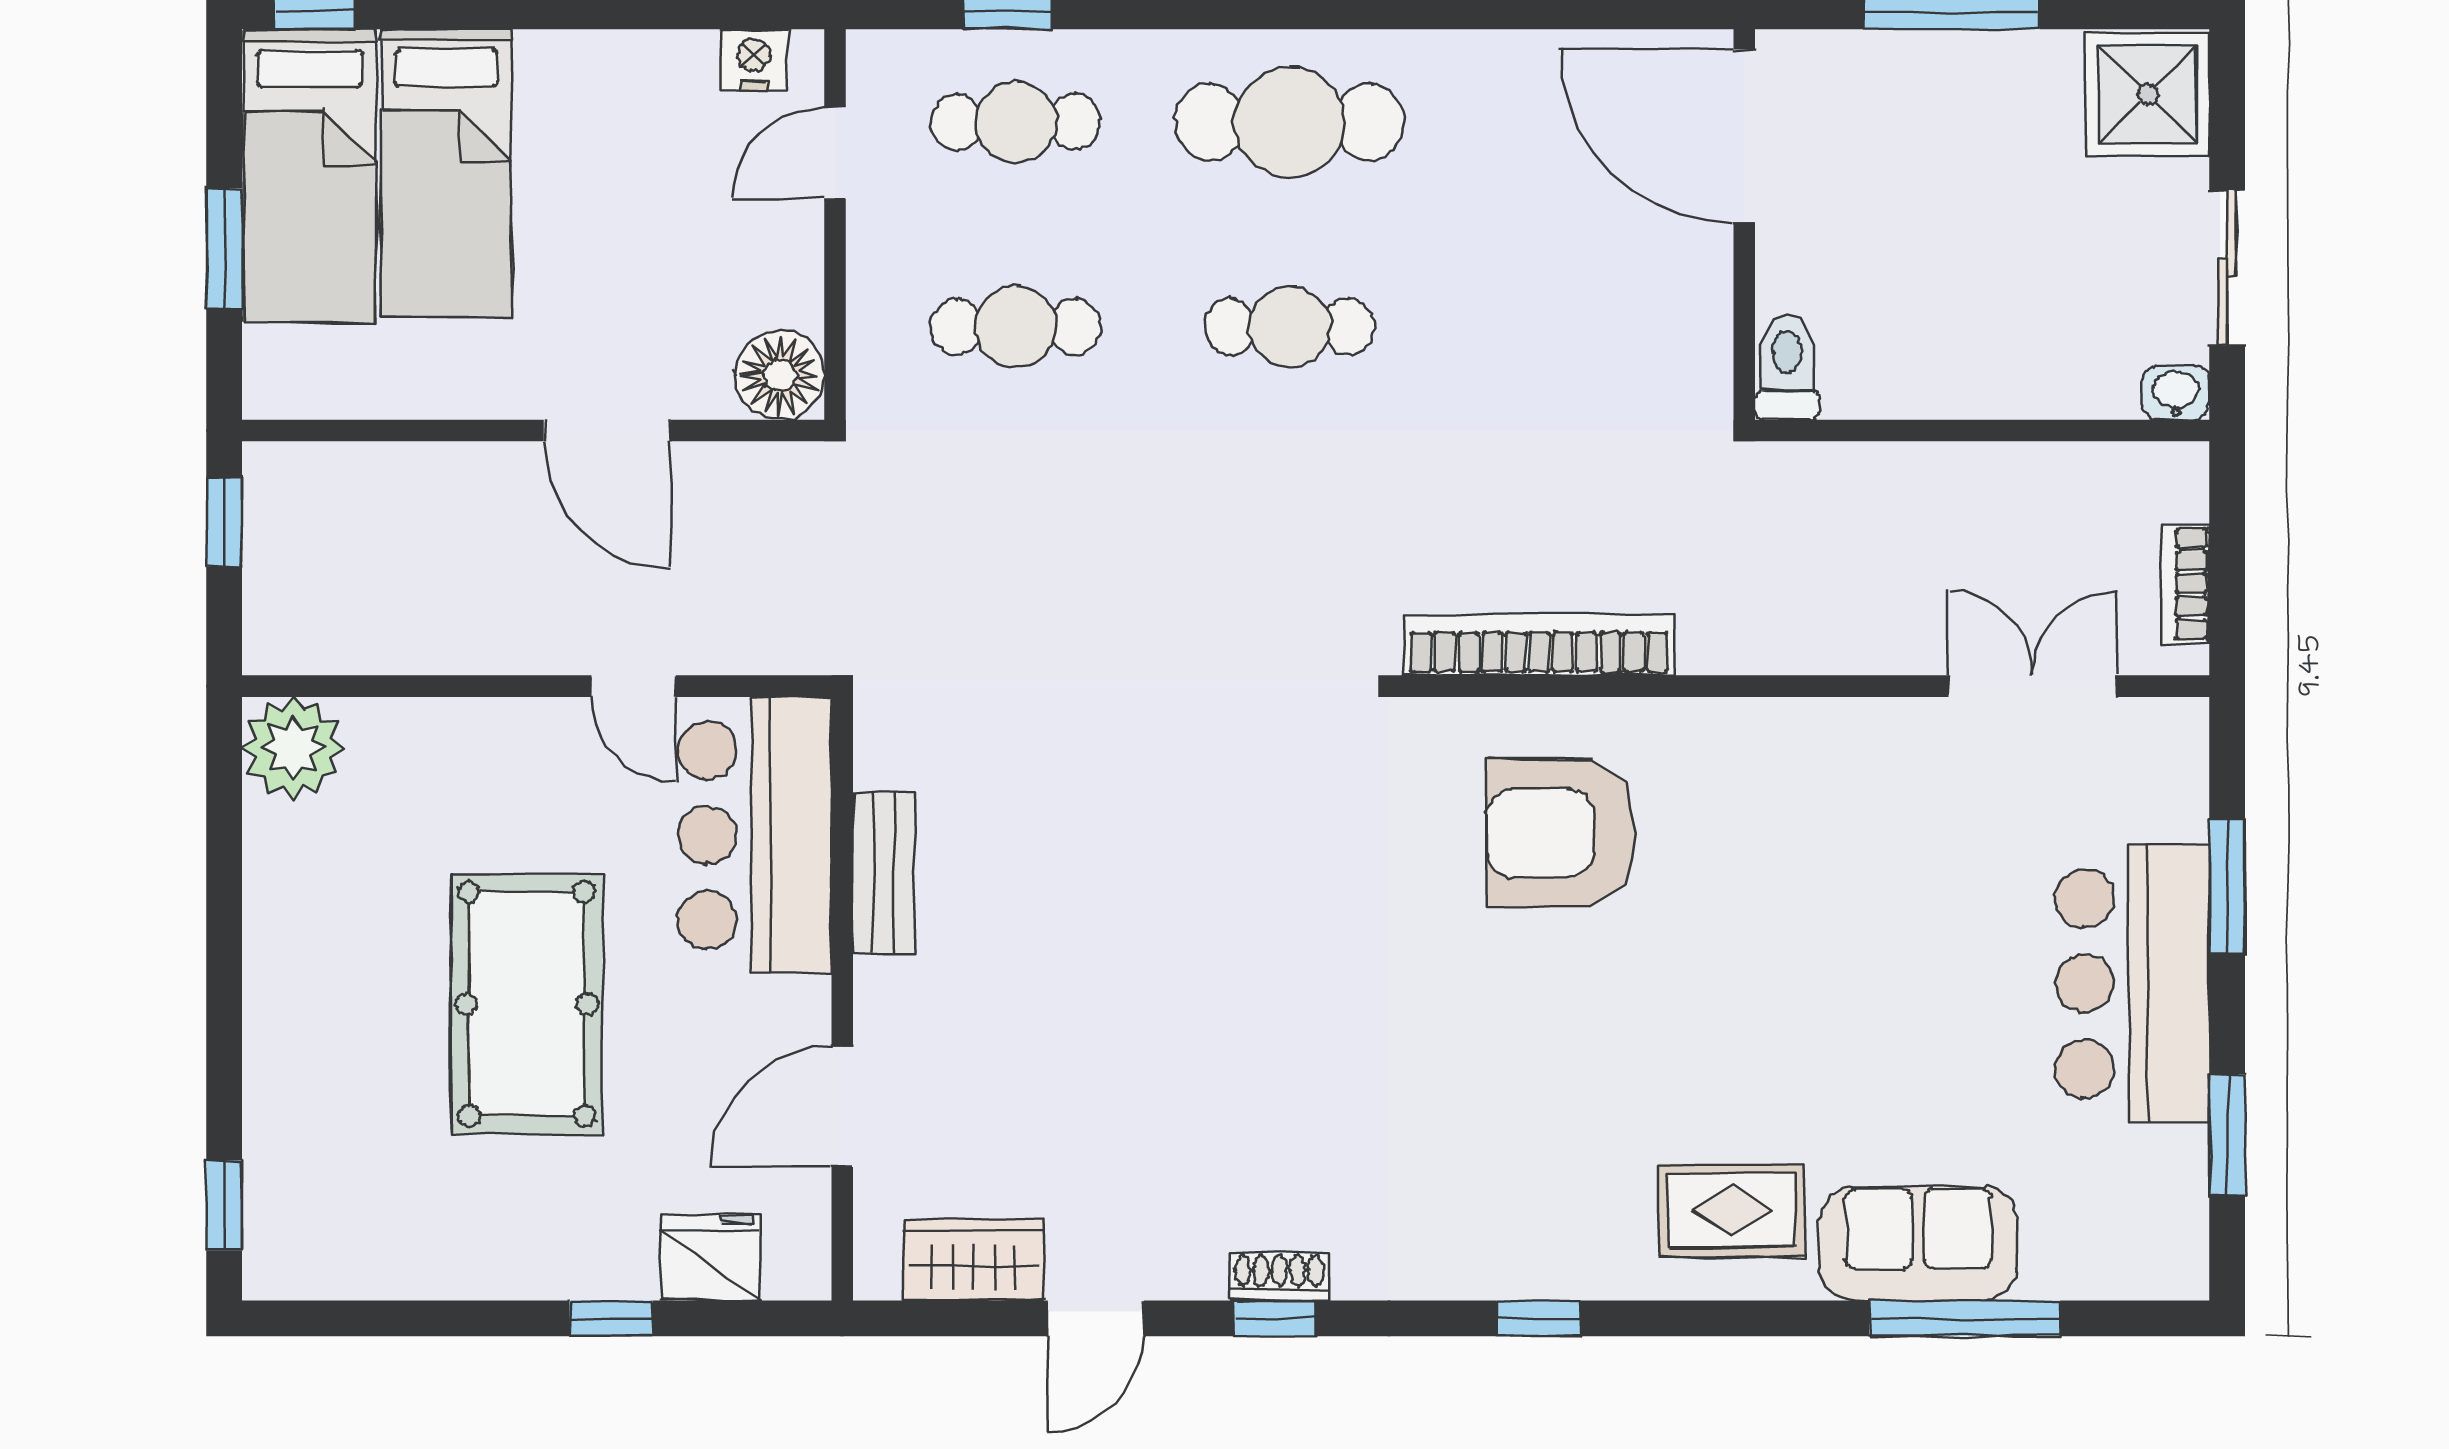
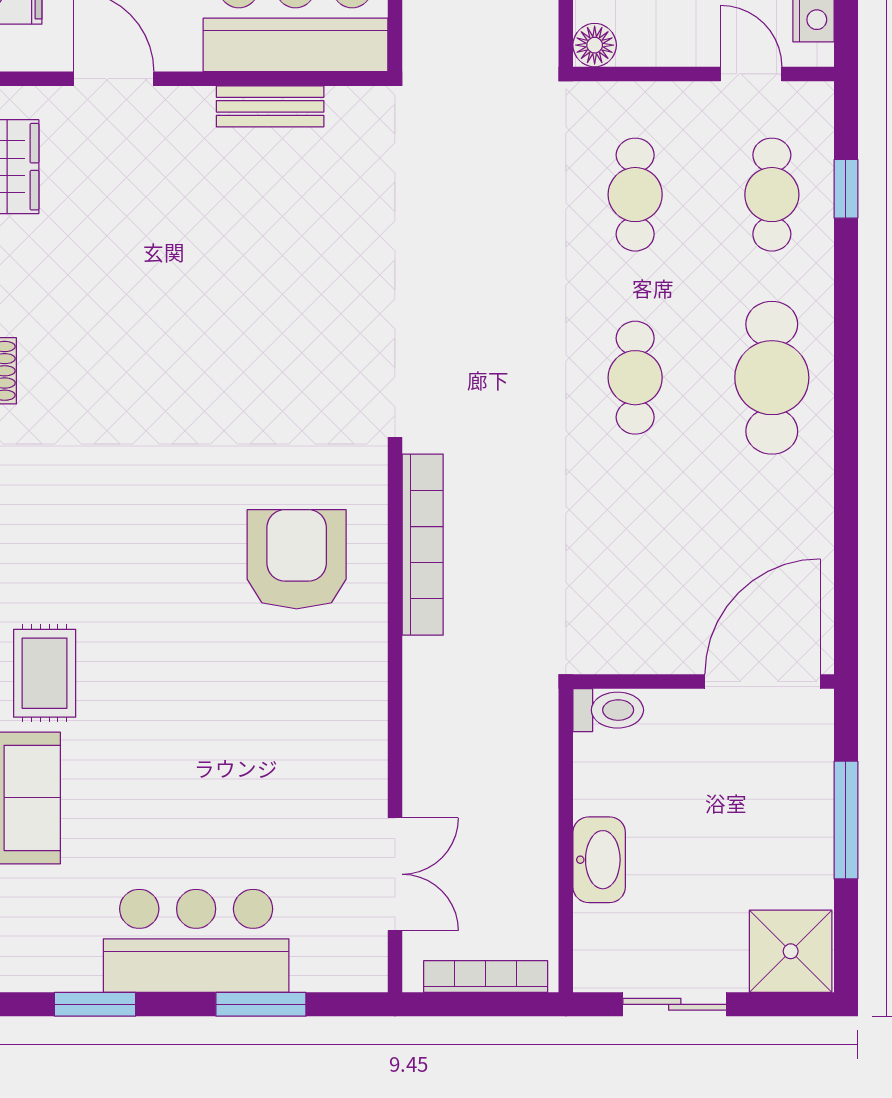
floor lamp: (780, 375) -> (595, 45), width x0.73, depth x0.73
washbasin: (2176, 393) -> (599, 860), moved, width x1.91, depth x1.45
bookcase: (2186, 584) -> (486, 977), width x1.56

